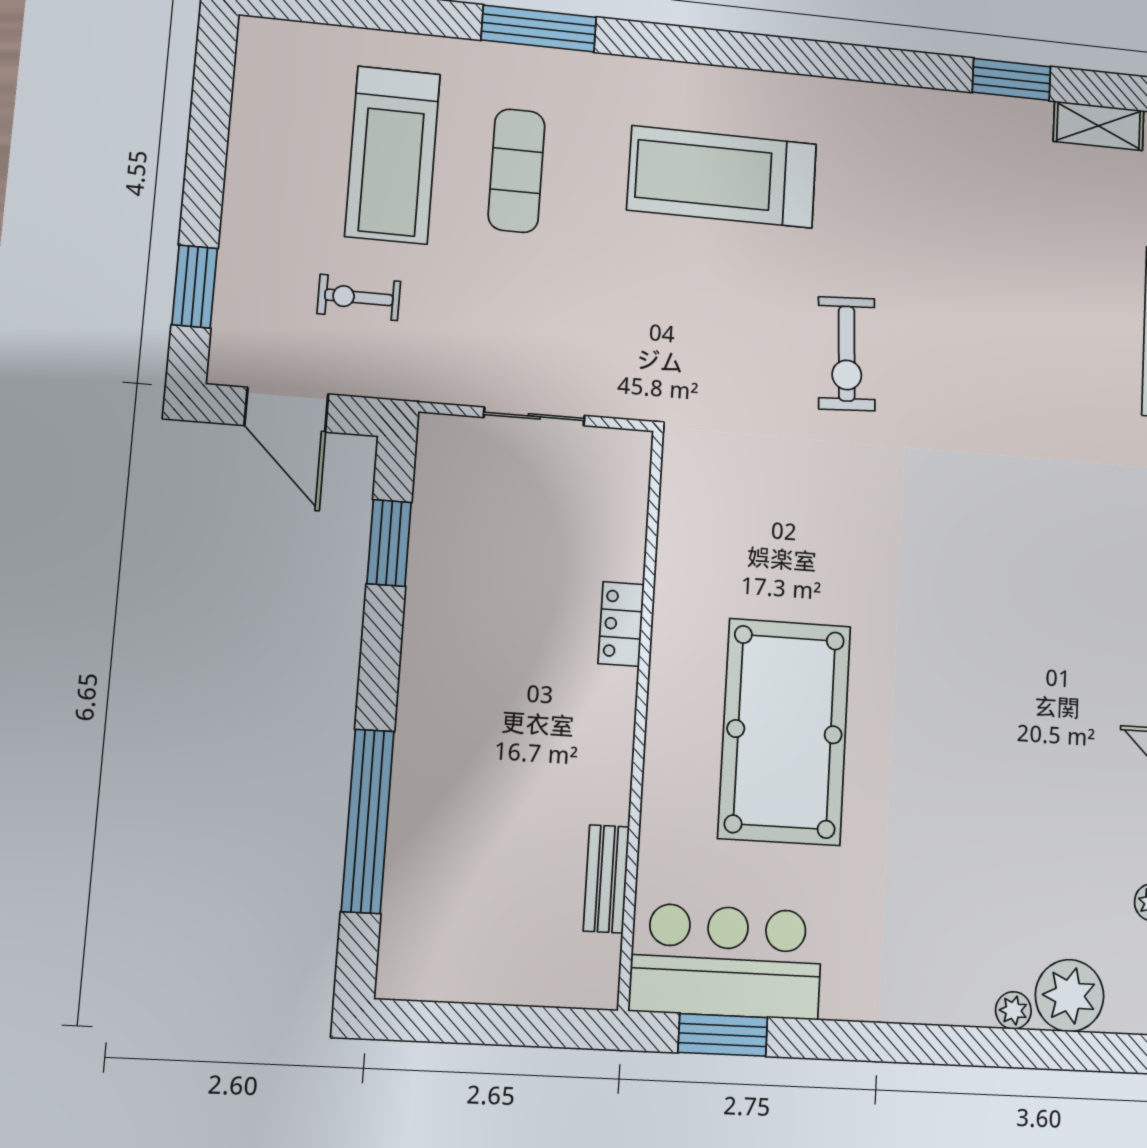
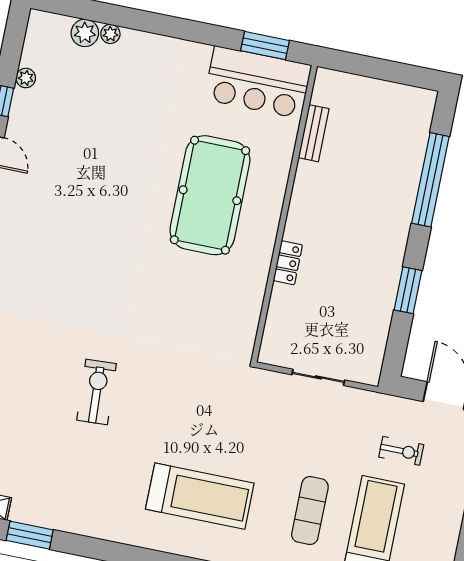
exercise bike: (847, 354) -> (97, 392), moved
window: (389, 543) -> (408, 290), moved
plant: (1069, 996) -> (85, 33), width x0.73, depth x0.73

